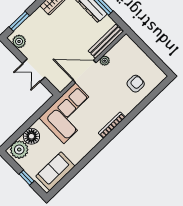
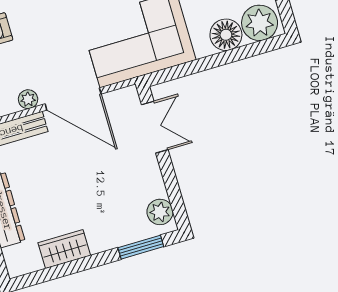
double door: (34, 70) -> (155, 127), moved

